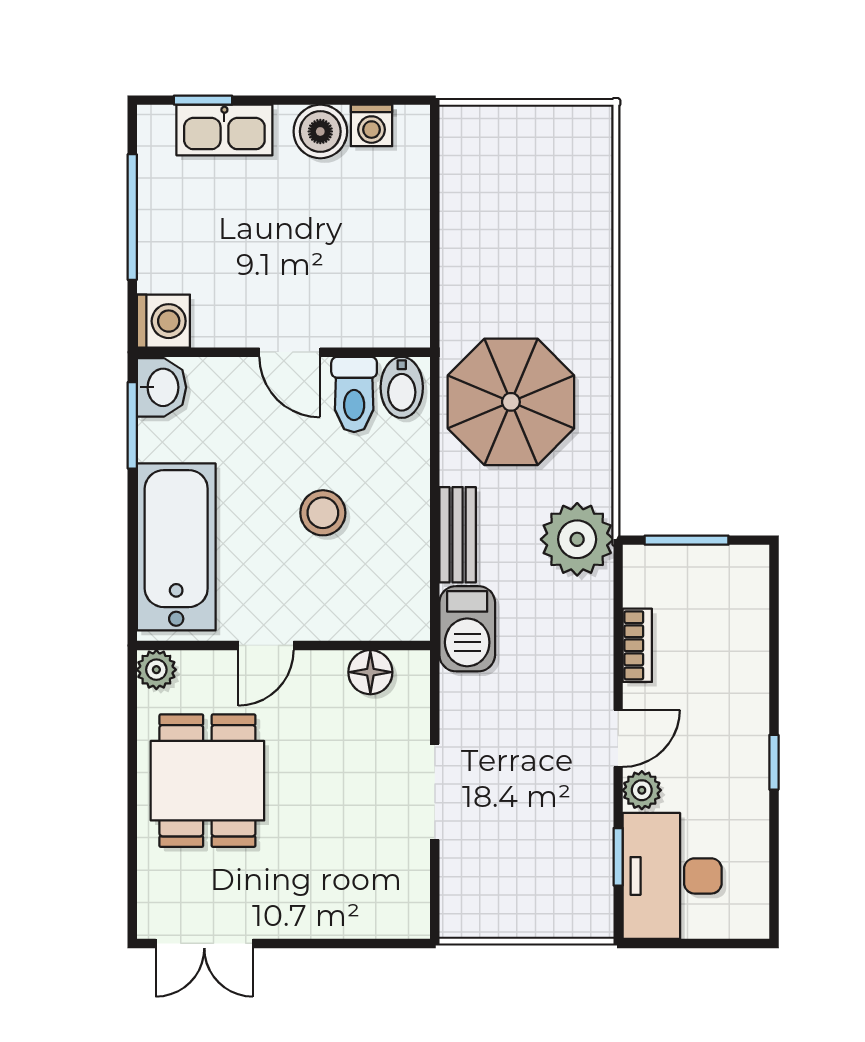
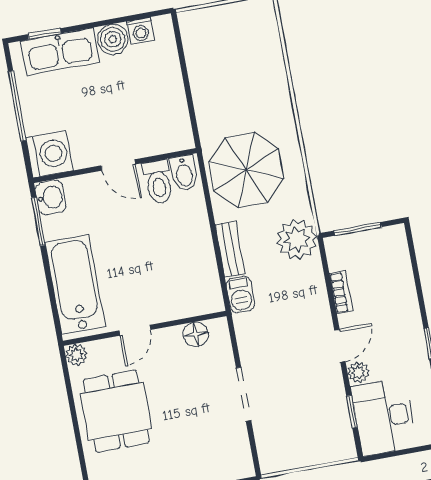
kitchen sink: (224, 130) -> (60, 52), width x1.36, depth x1.24
washing machine: (163, 321) -> (49, 154), width x1.37, depth x1.37
stool: (323, 513) -> (153, 251), removed
barbecue: (467, 629) -> (241, 294), width x0.73, depth x0.79

